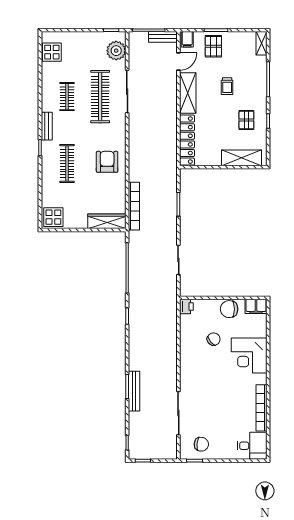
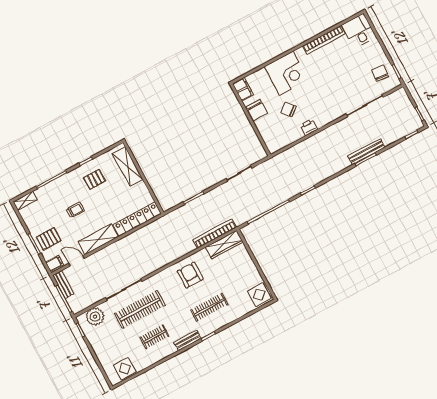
armchair: (107, 162) -> (190, 275), turned 90
wardrobe: (107, 221) -> (224, 245), moved, turned -90
printer: (186, 307) -> (309, 127), moved

